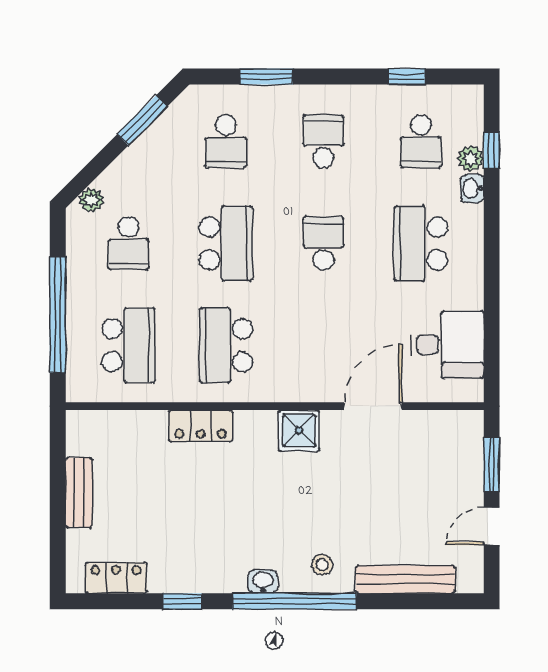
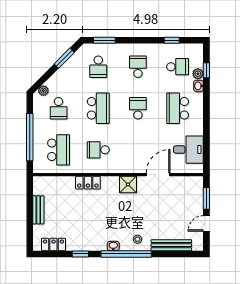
window: (266, 76) -> (104, 40), moved
school desk: (421, 141) -> (178, 67), turned -90
school desk: (226, 345) -> (98, 150), width x0.54

